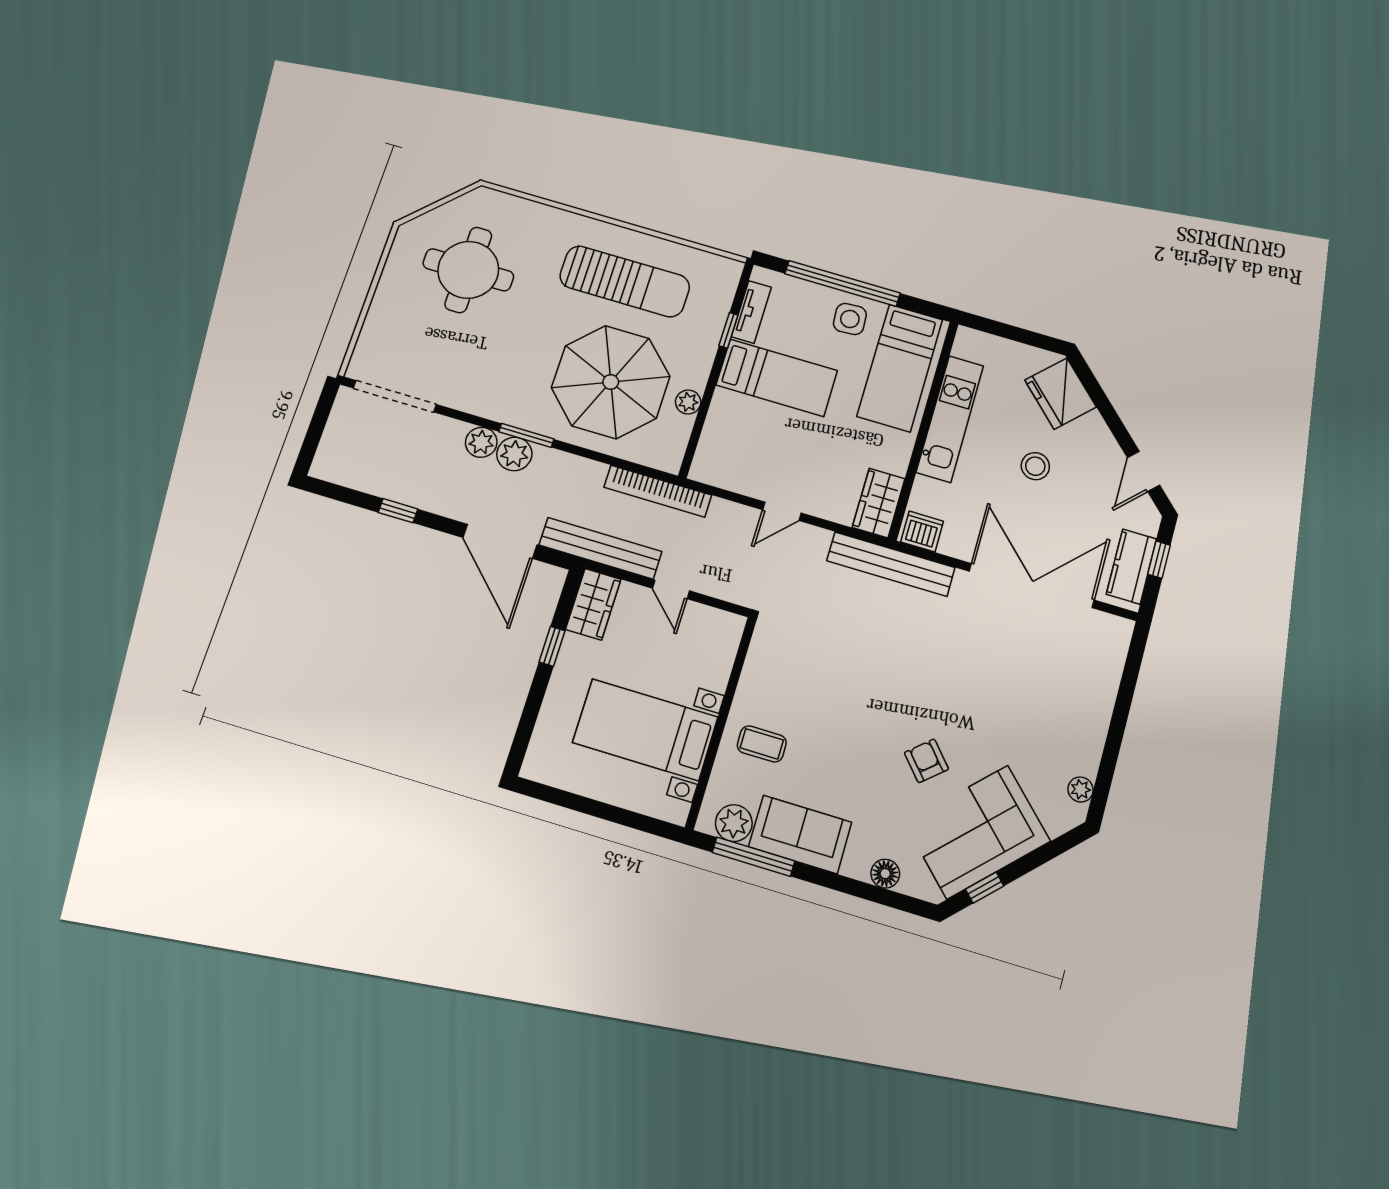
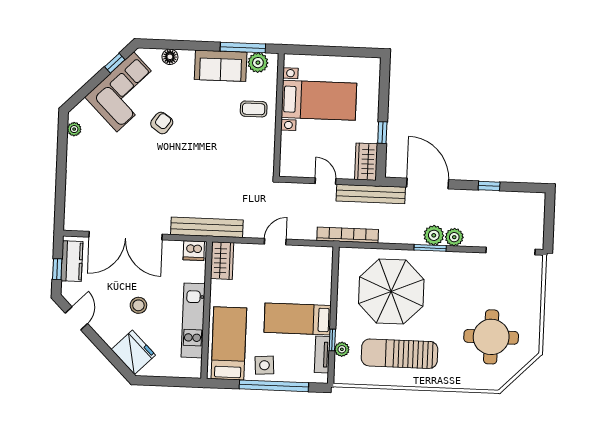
plant: (688, 402) -> (342, 349), moved
armchair: (926, 761) -> (162, 123), turned -104

